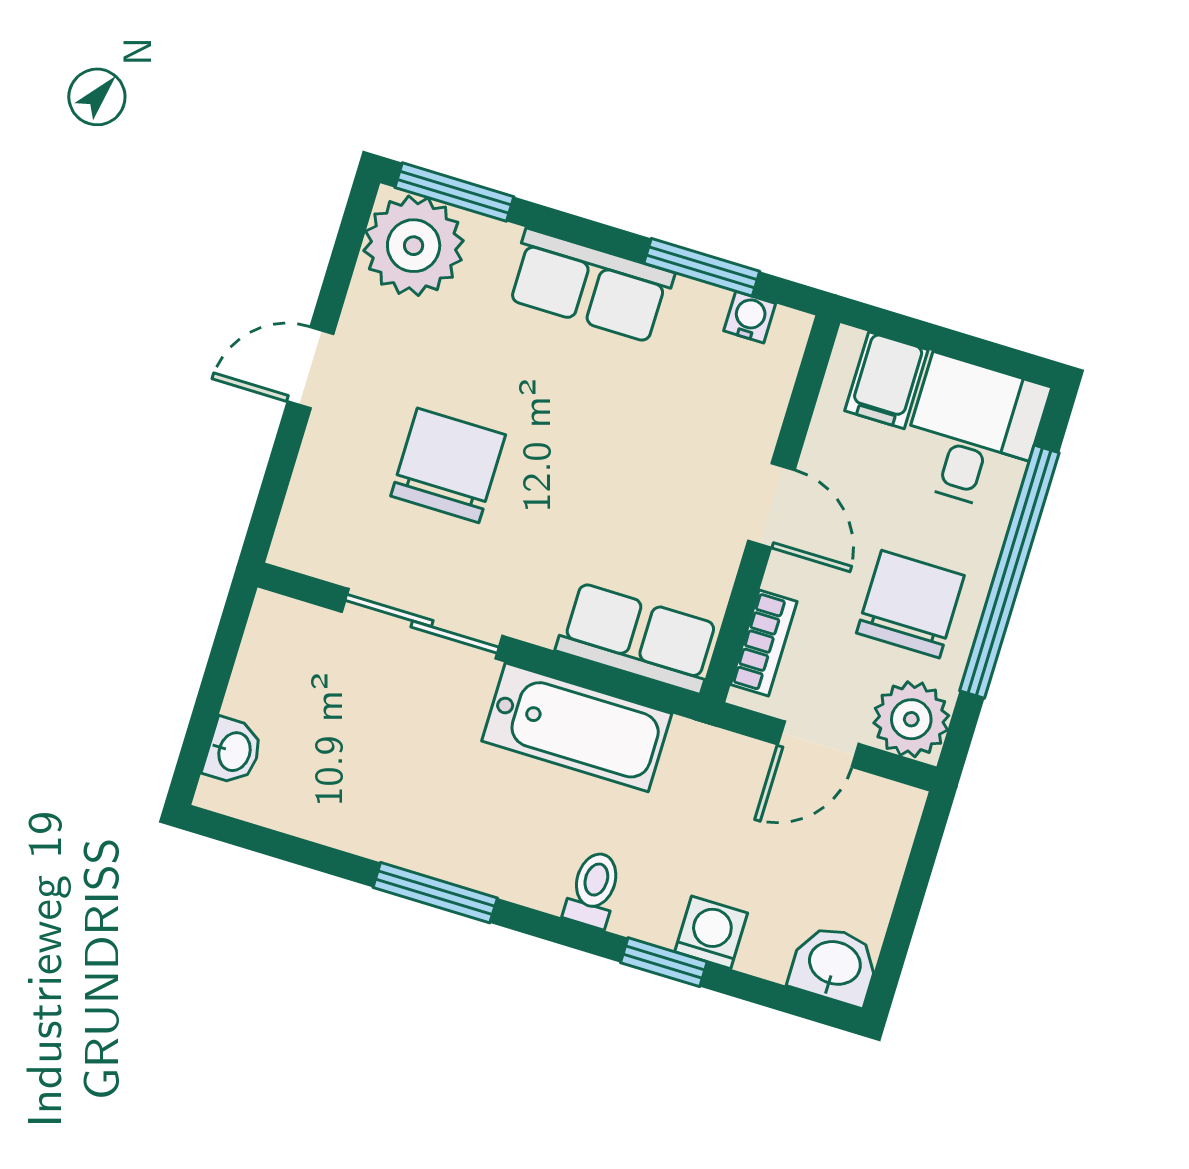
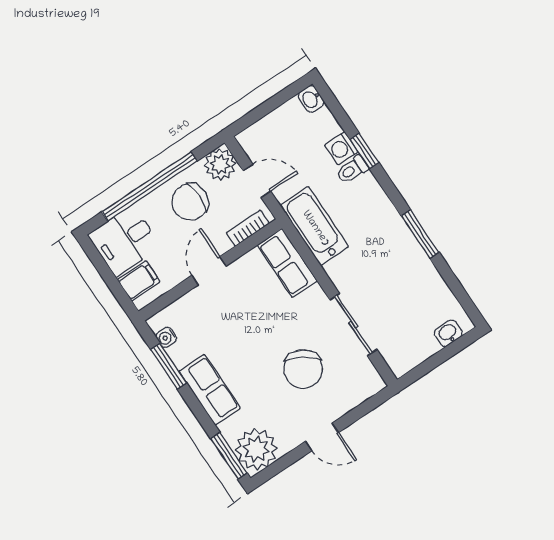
chair: (448, 465) -> (303, 369), turned -58
bathtub: (577, 727) -> (314, 226), moved
toilet: (593, 889) -> (352, 170), moved
washbasin: (834, 965) -> (311, 99), width x0.72, depth x0.69

